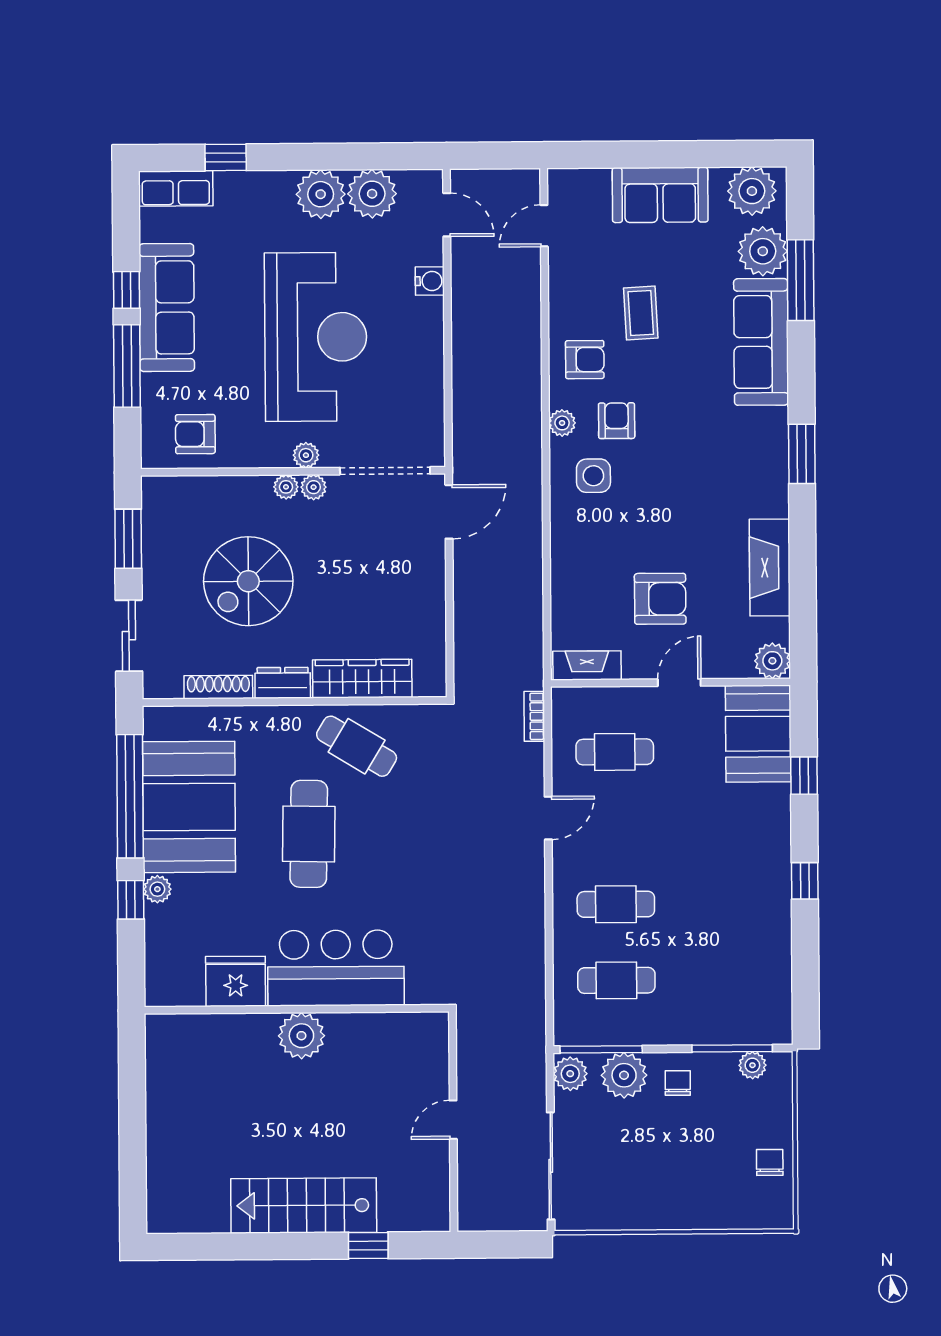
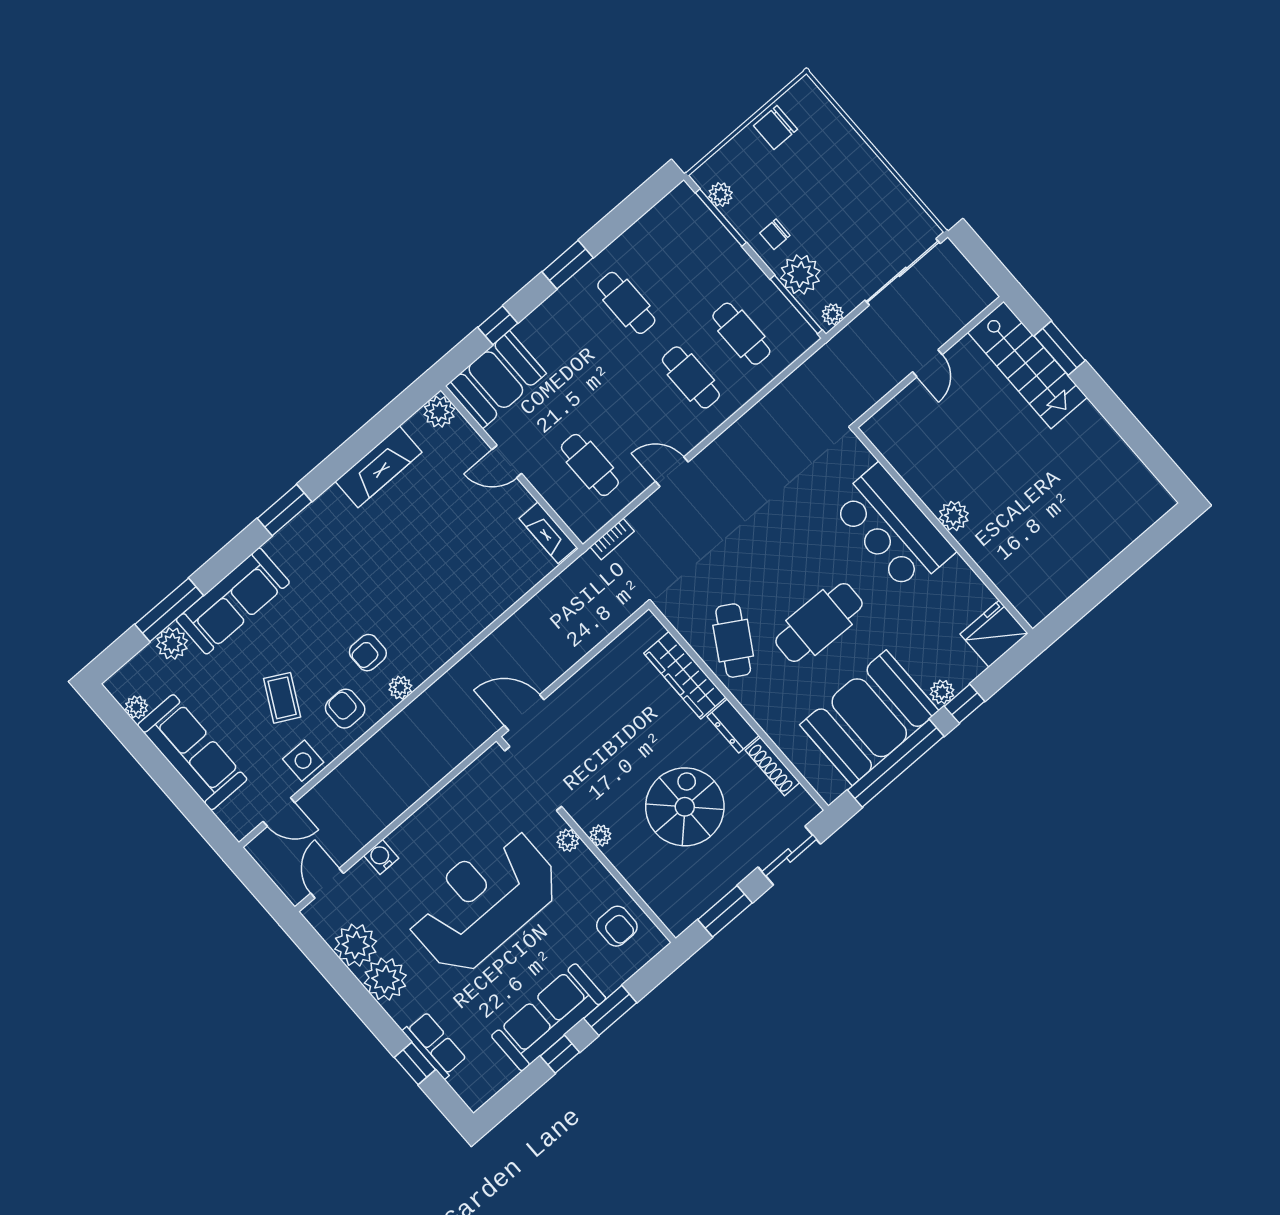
row of seats: (176, 188) -> (435, 1045), moved
plant: (752, 191) -> (136, 707), width x0.53, depth x0.53
sofa: (660, 195) -> (192, 752), width x1.36
plant: (763, 251) -> (172, 643), width x0.73, depth x0.73
coffee table: (641, 313) -> (282, 698), turned -59
window: (127, 366) -> (610, 1010), width x0.69
side table: (593, 476) -> (303, 761), moved
plant: (314, 487) -> (585, 817), removed
spiral stairs: (248, 581) -> (685, 807), turned -90
armchair: (660, 599) -> (462, 522), removed
window: (805, 881) -> (568, 265), width x1.50
cafe table: (728, 903) -> (626, 303), added
fridge: (236, 981) -> (994, 634), moved, turned 90
plant: (301, 1036) -> (954, 516), width x0.73, depth x0.73
plant: (570, 1074) -> (833, 314), width x0.73, depth x0.73
door: (453, 1120) -> (927, 363), hinge flipped
chair: (770, 1162) -> (775, 128), width x1.37, depth x1.37
stairs: (304, 1206) -> (1027, 365), moved
window: (368, 1245) -> (1060, 348), width x1.50

